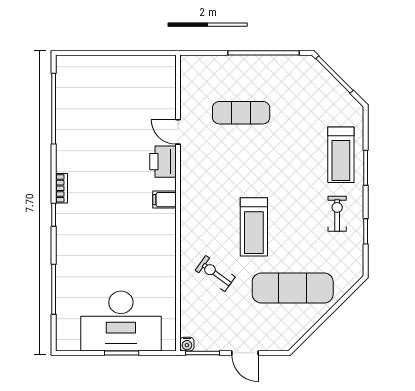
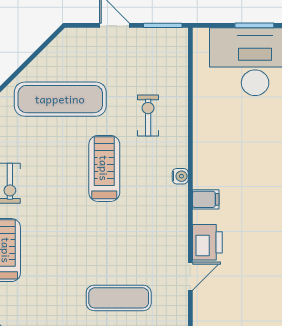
door: (178, 132) -> (190, 276), hinge flipped
exercise bike: (215, 274) -> (148, 115), turned -126
water cooler: (187, 344) -> (180, 176), moved, turned 90

